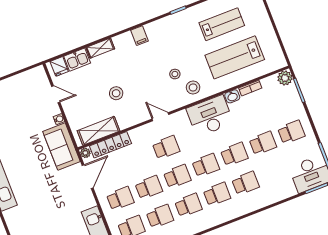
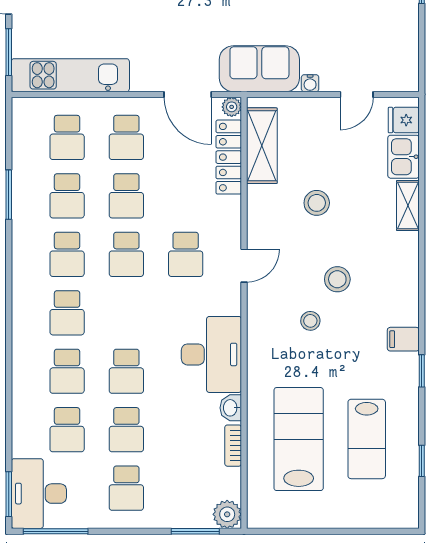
filing cabinet: (139, 36) -> (403, 339), moved
stool: (193, 87) -> (337, 279), moved
school desk: (206, 165) -> (67, 430), moved

